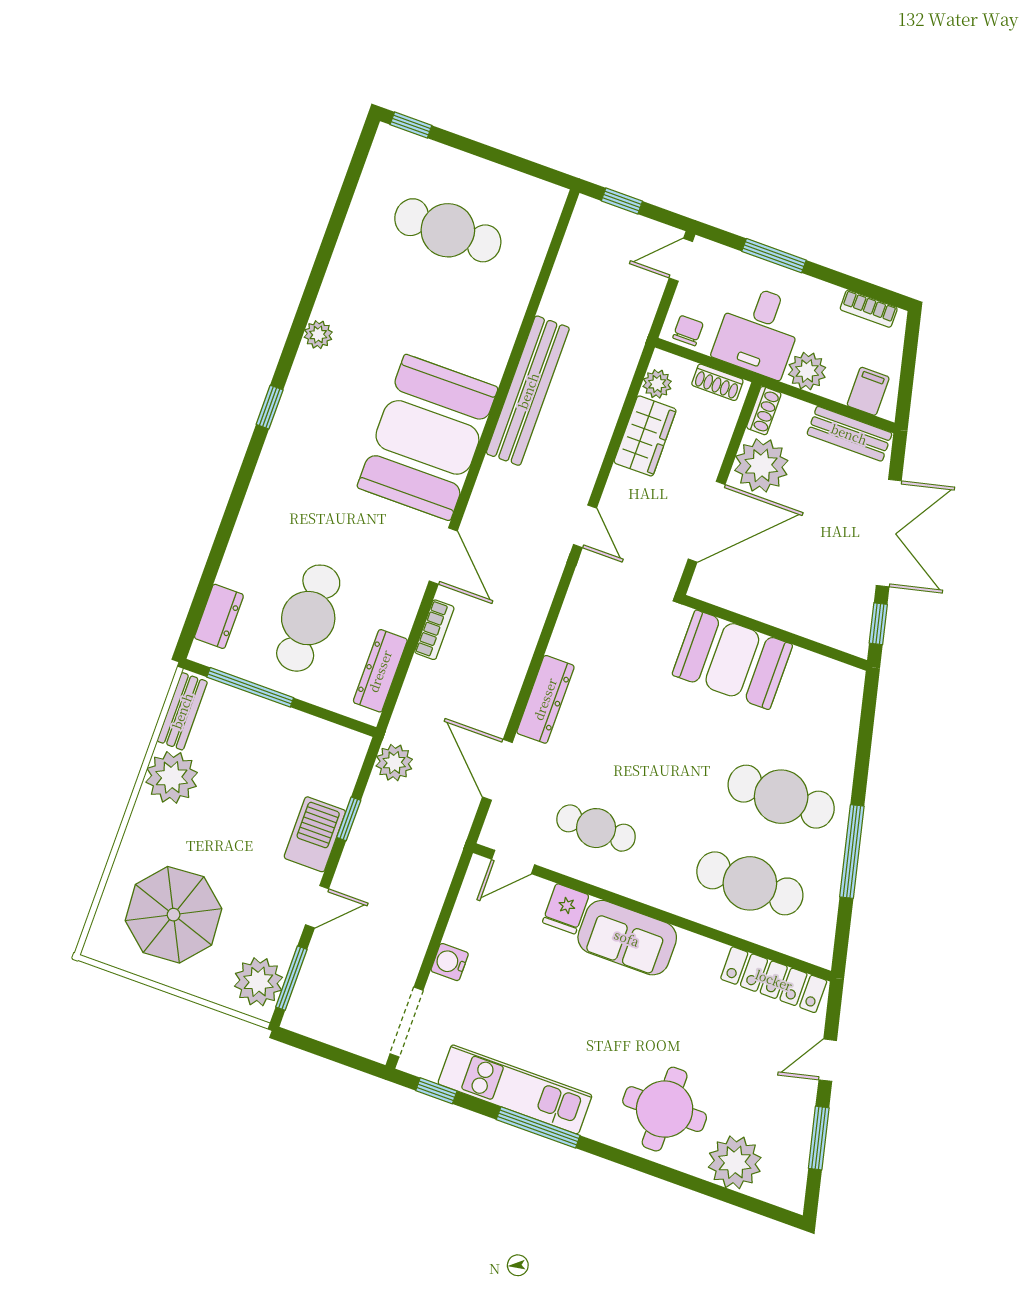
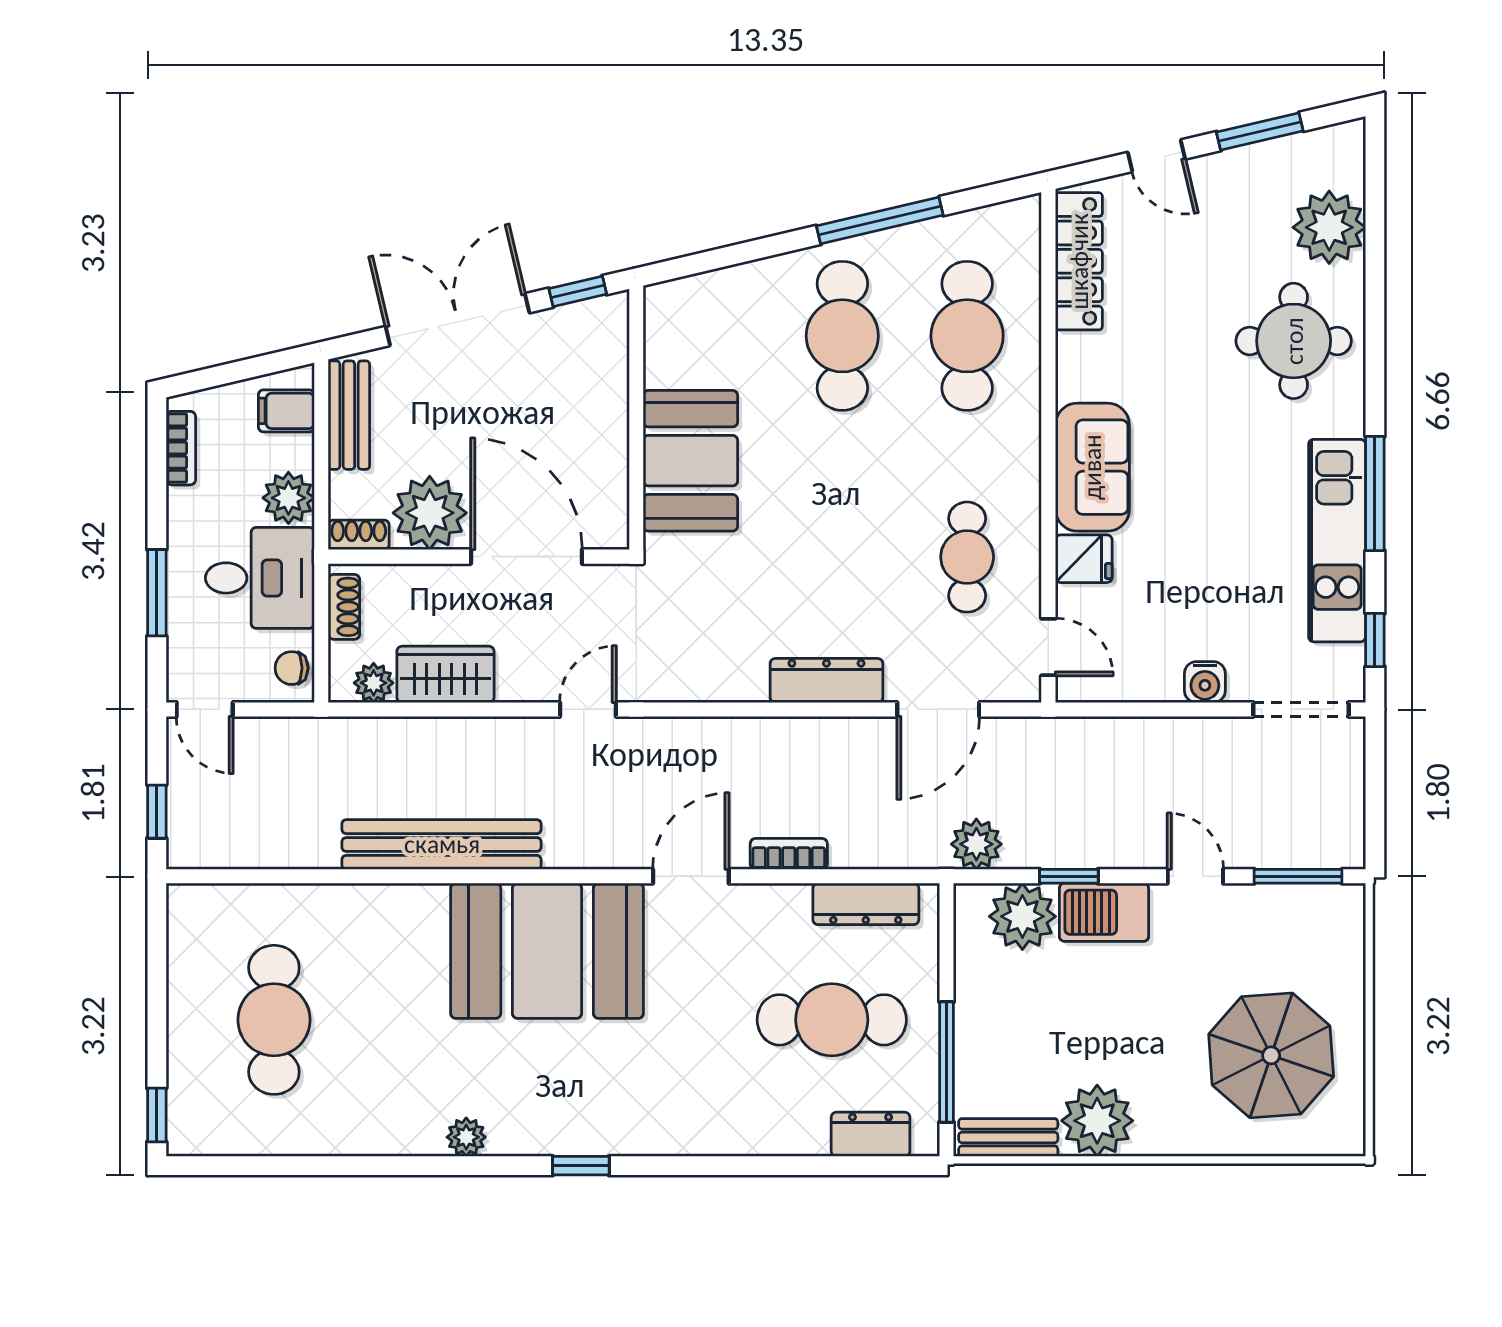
plant: (258, 982) -> (1022, 916), moved

